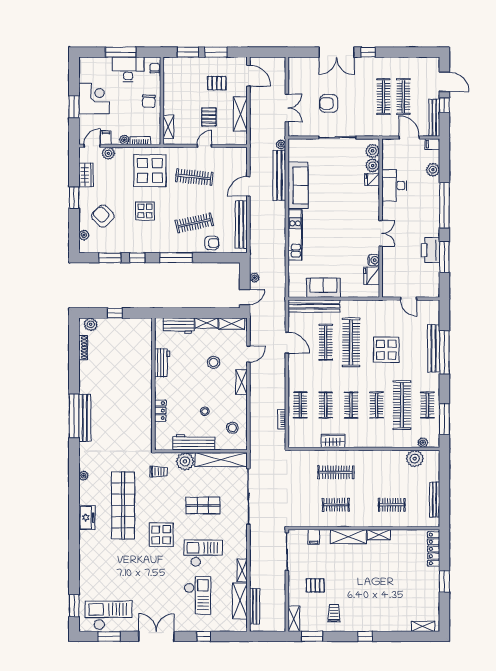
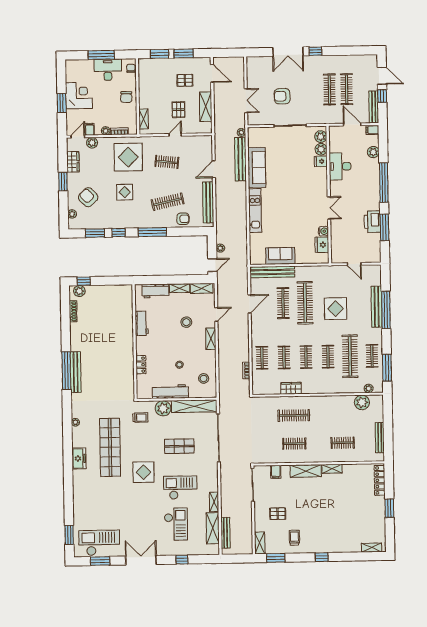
clothes rail: (194, 177) -> (167, 162), width x0.73
window: (115, 313) -> (84, 281), moved
door: (287, 343) -> (249, 304), hinge flipped

